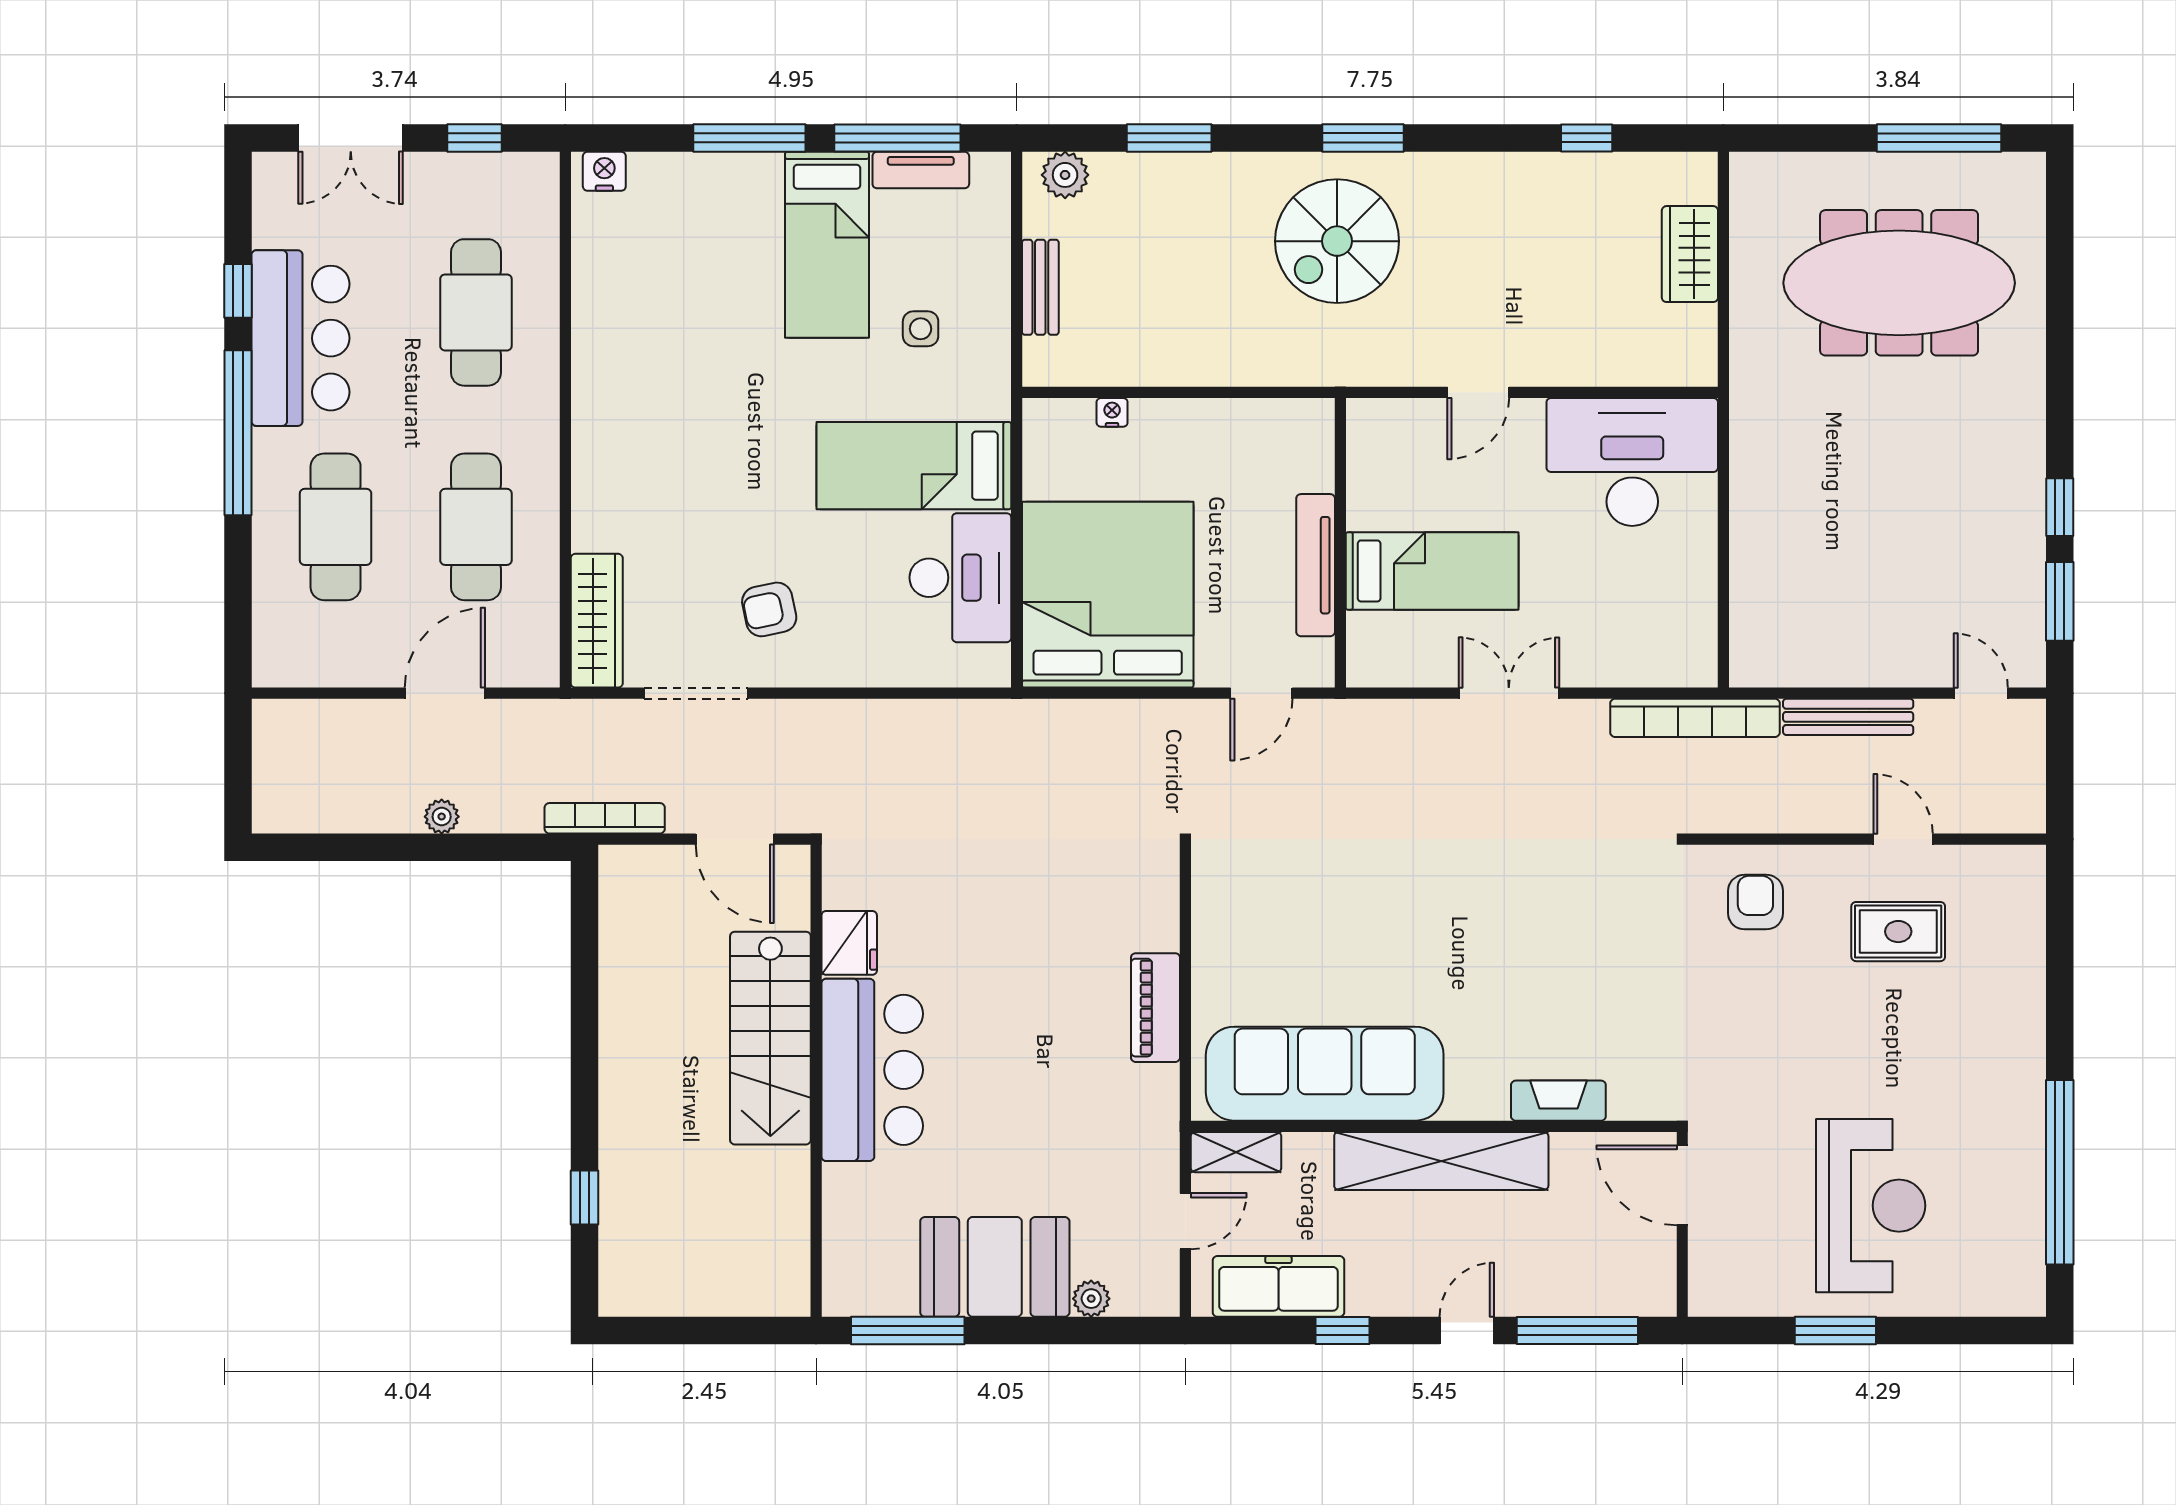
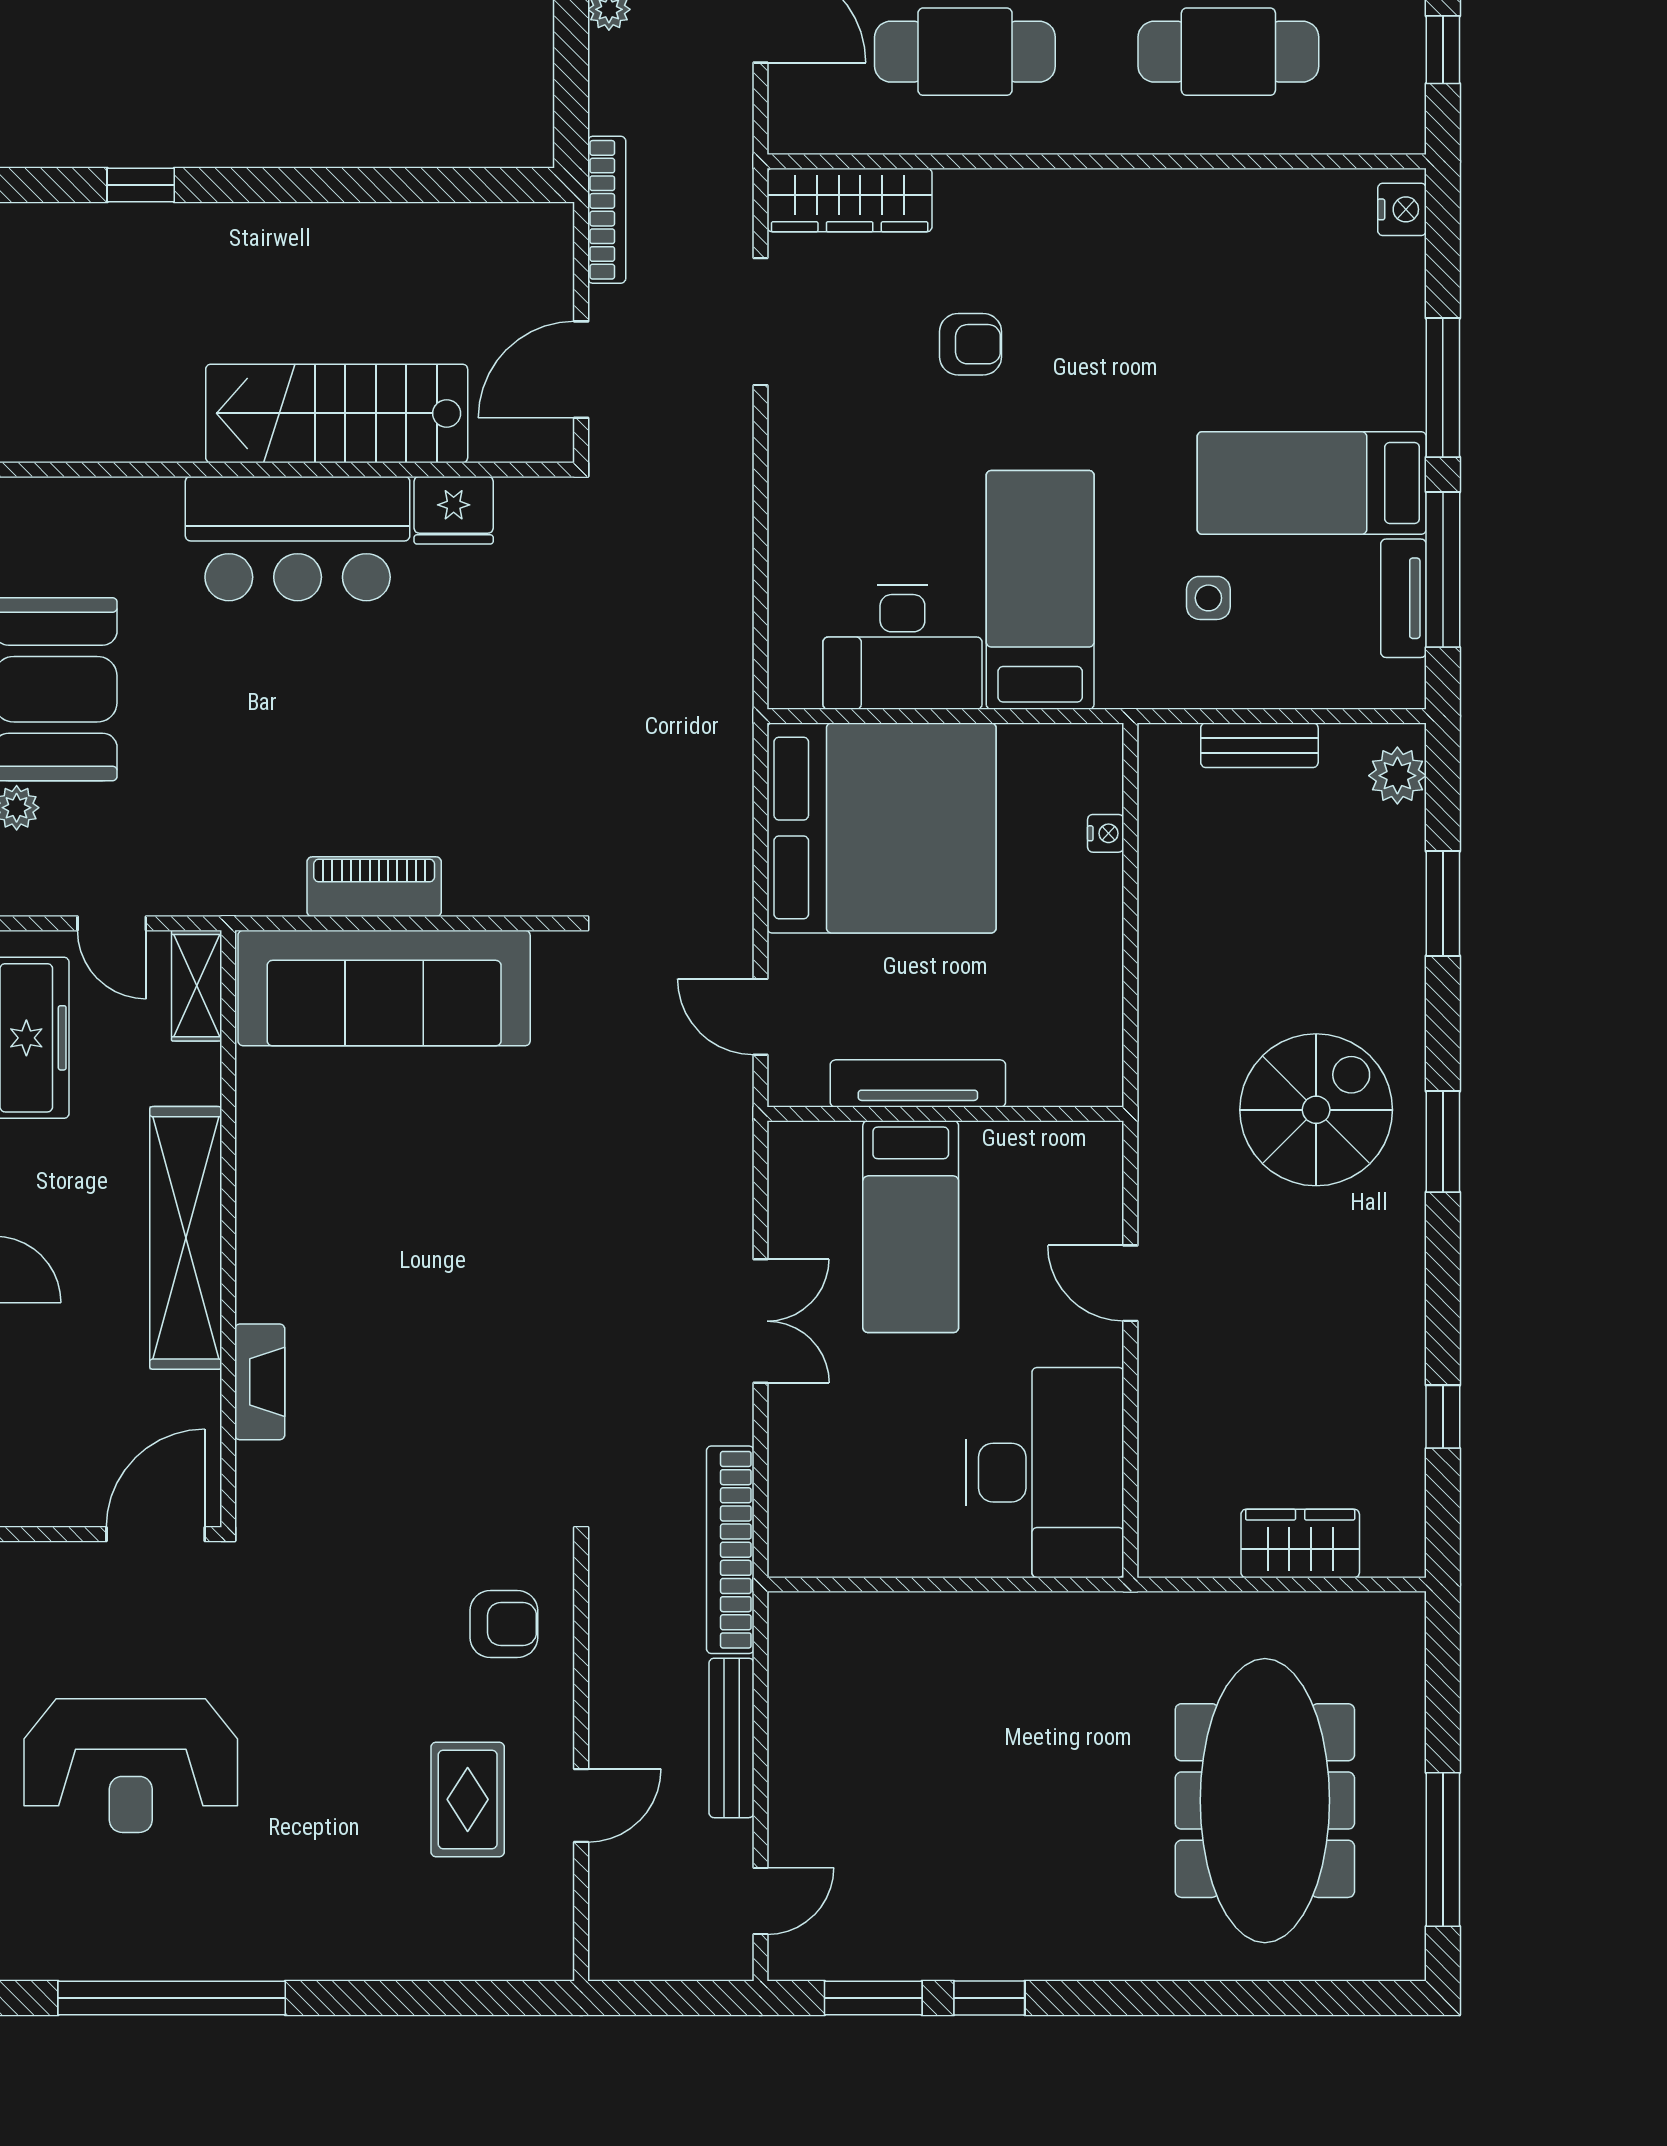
spiral stairs: (1337, 241) -> (1316, 1110), turned 90
armchair: (769, 609) -> (971, 344), moved, turned 102
sofa: (1325, 1074) -> (384, 988), moved, turned 90

